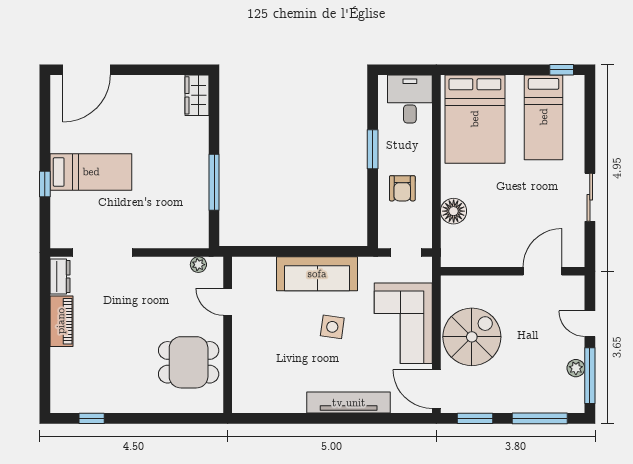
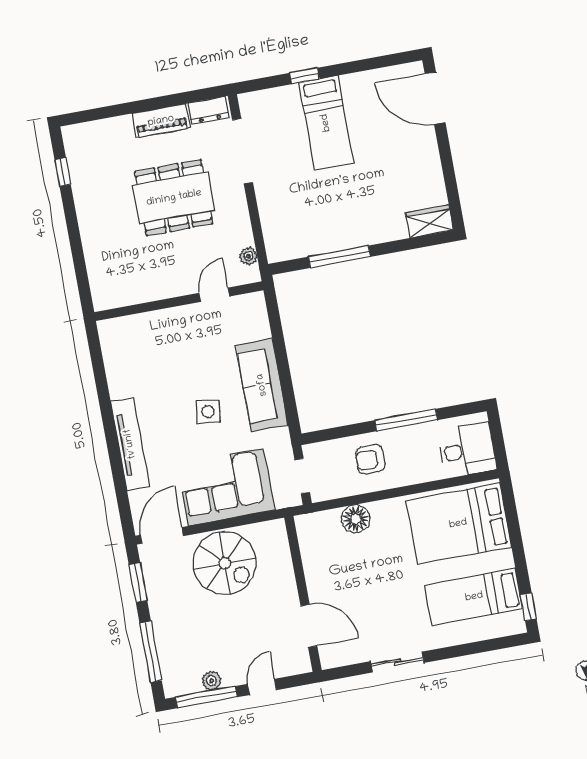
window: (373, 149) -> (406, 420), width x1.44
dining table: (189, 362) -> (174, 198), moved, width x1.38

